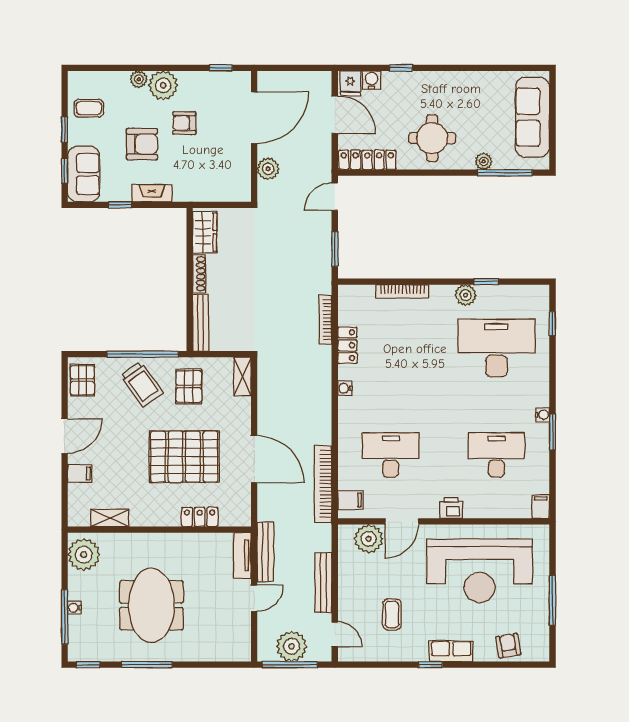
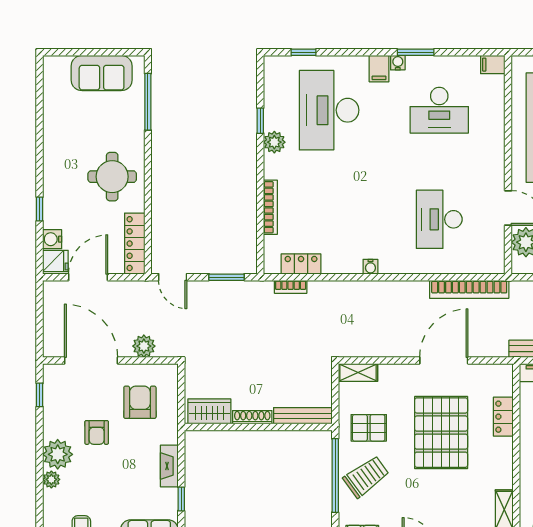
sofa: (532, 117) -> (102, 73), width x0.73
armchair: (142, 144) -> (140, 402), moved
plant: (484, 161) -> (136, 123), removed
bookcase: (325, 320) -> (291, 287), width x0.64
locker: (348, 345) -> (301, 264), moved
desk: (496, 455) -> (439, 110), turned -90
filing cabinet: (351, 500) -> (379, 69), moved, turned 180
printer: (451, 508) -> (494, 157), removed

